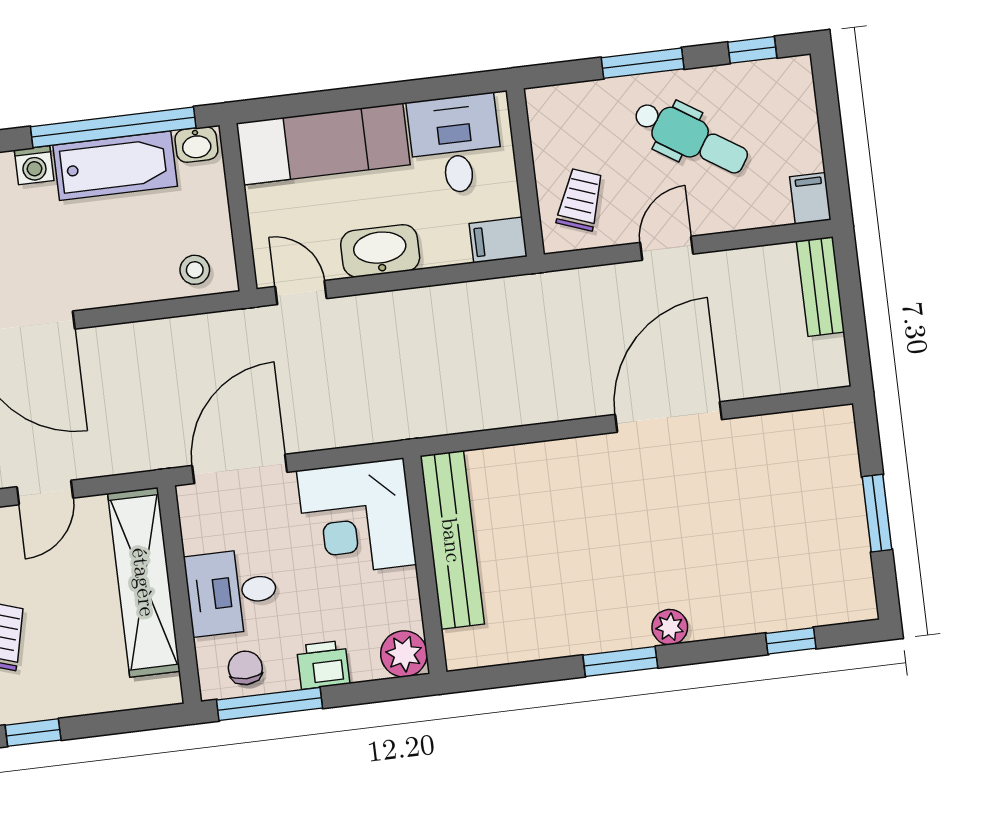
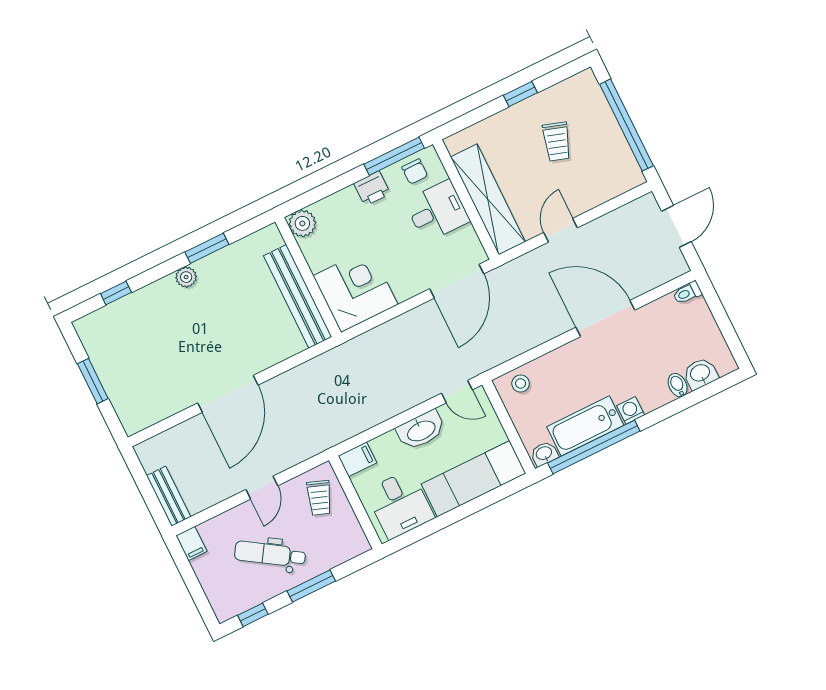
corner desk: (356, 518) -> (355, 290), moved
bench: (452, 540) -> (298, 296), moved
wall: (425, 565) -> (308, 277), moved
plant: (404, 654) -> (302, 223), moved

